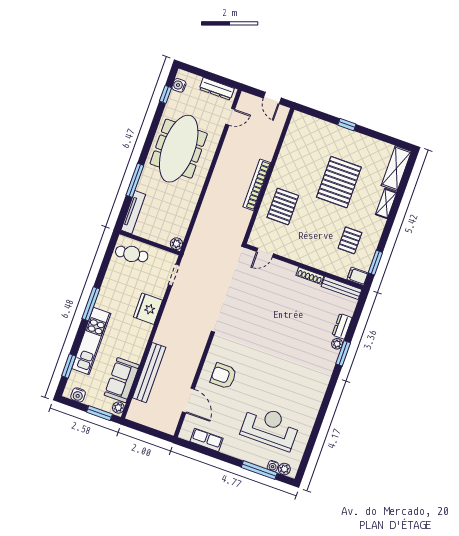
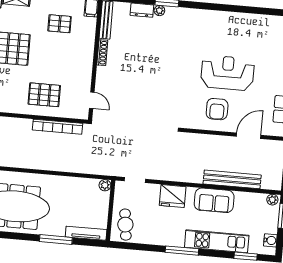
bookcase: (257, 185) -> (57, 127), moved
sofa: (122, 380) -> (214, 200), moved
reception desk: (270, 428) -> (228, 73), moved, turned 90

